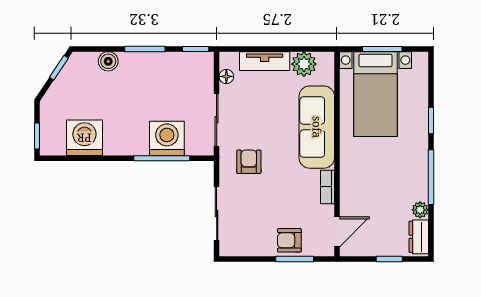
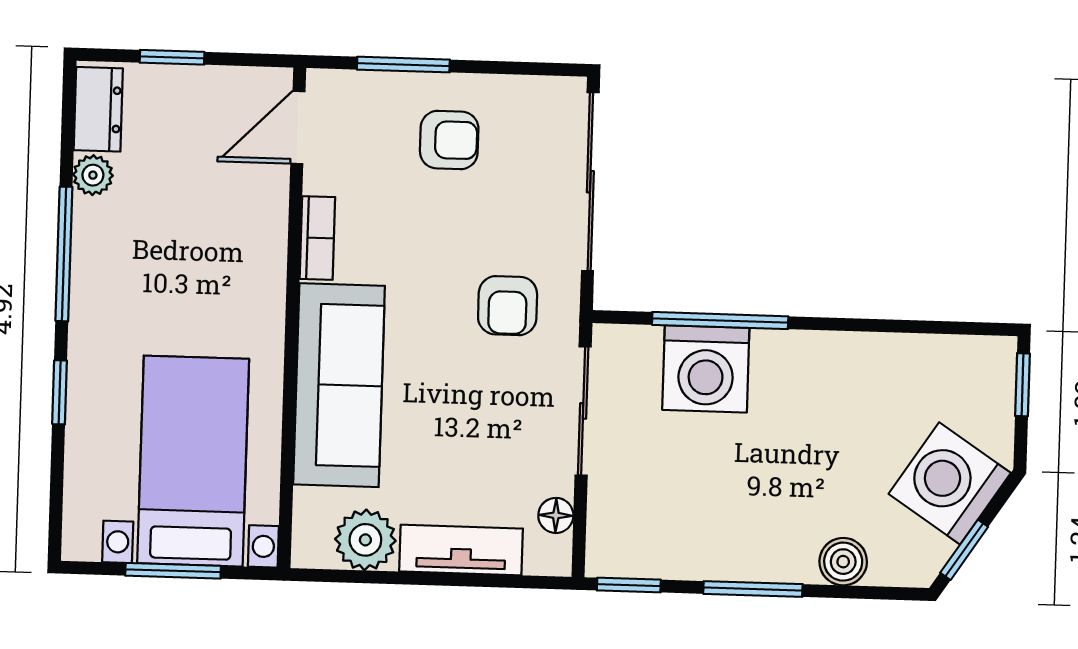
washing machine: (84, 138) -> (950, 483), moved, turned 124
sliding door: (217, 214) -> (590, 182), width x1.37
armchair: (289, 240) -> (449, 140), moved

